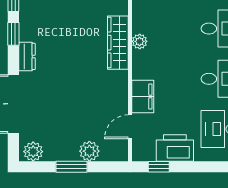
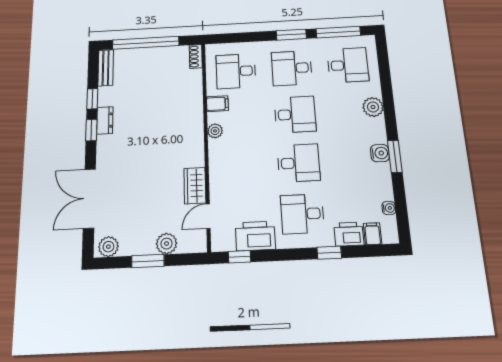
wardrobe: (118, 43) -> (195, 186), moved, width x0.67
dresser: (27, 56) -> (105, 120), moved
filing cabinet: (143, 97) -> (217, 104), moved, width x0.50

